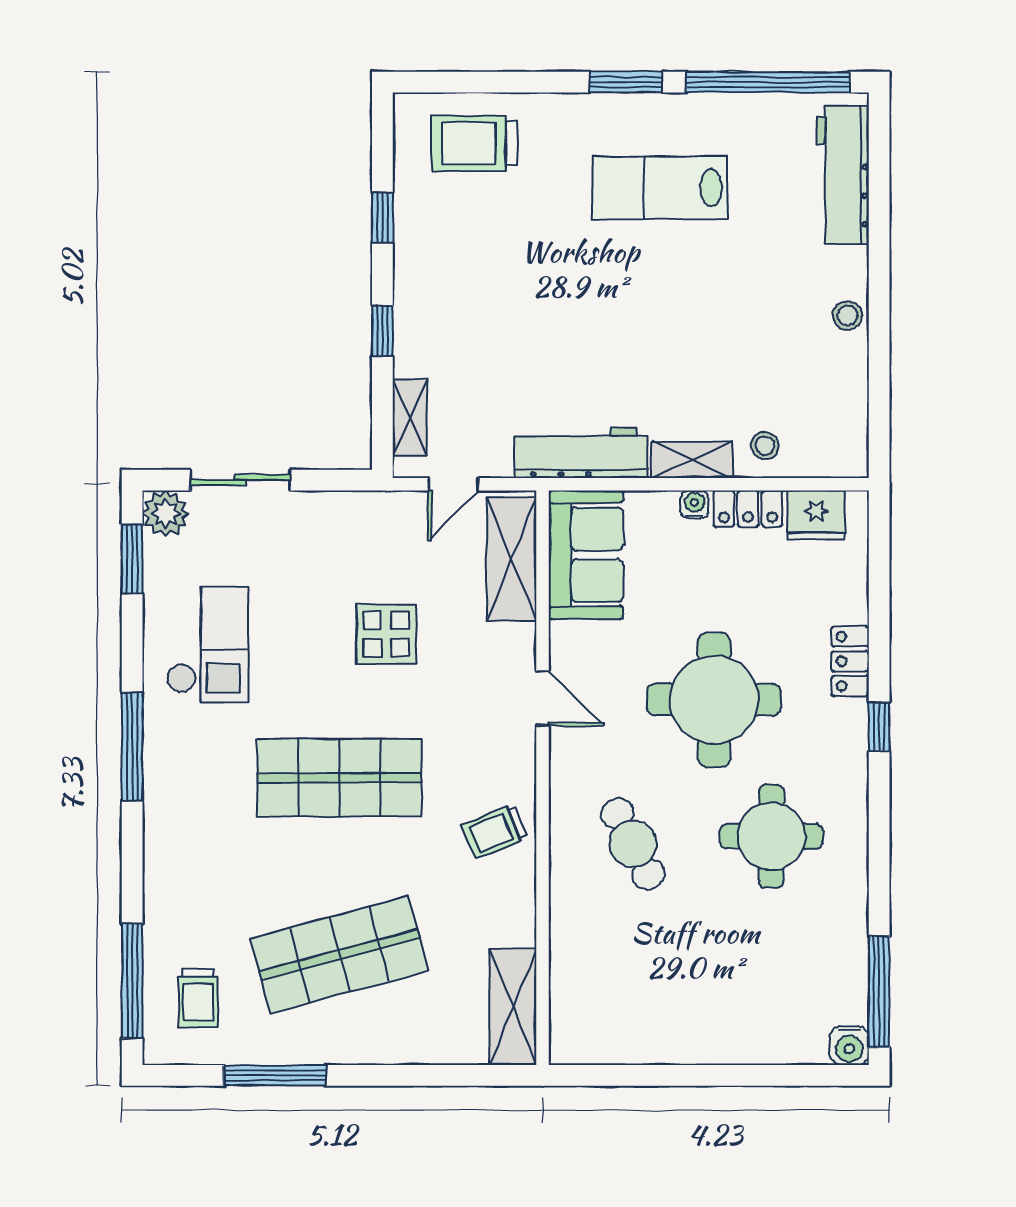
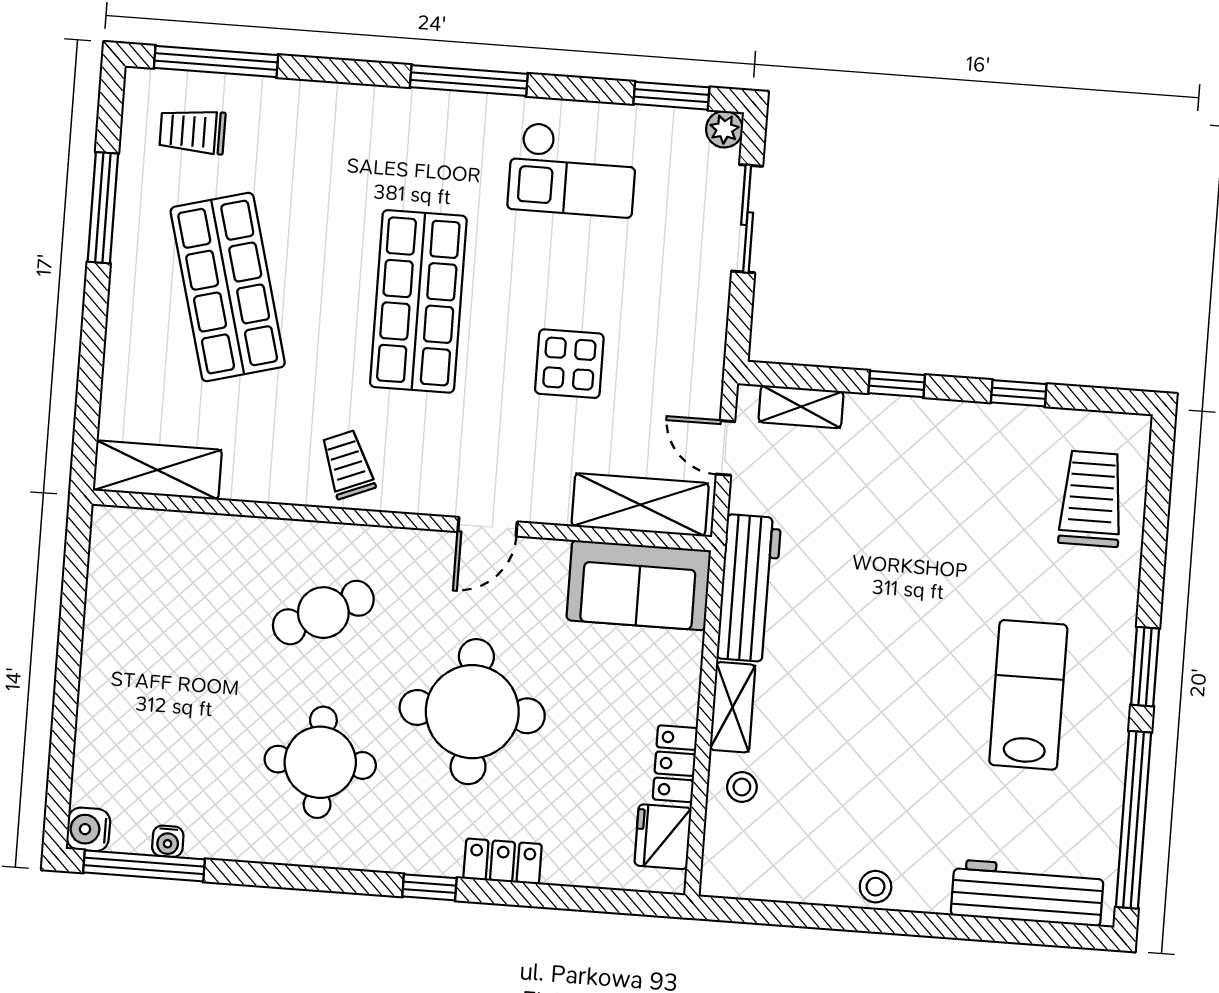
water cooler: (694, 505) -> (168, 841), moved, turned 90
plant: (166, 514) -> (724, 129), width x0.73, depth x0.73

